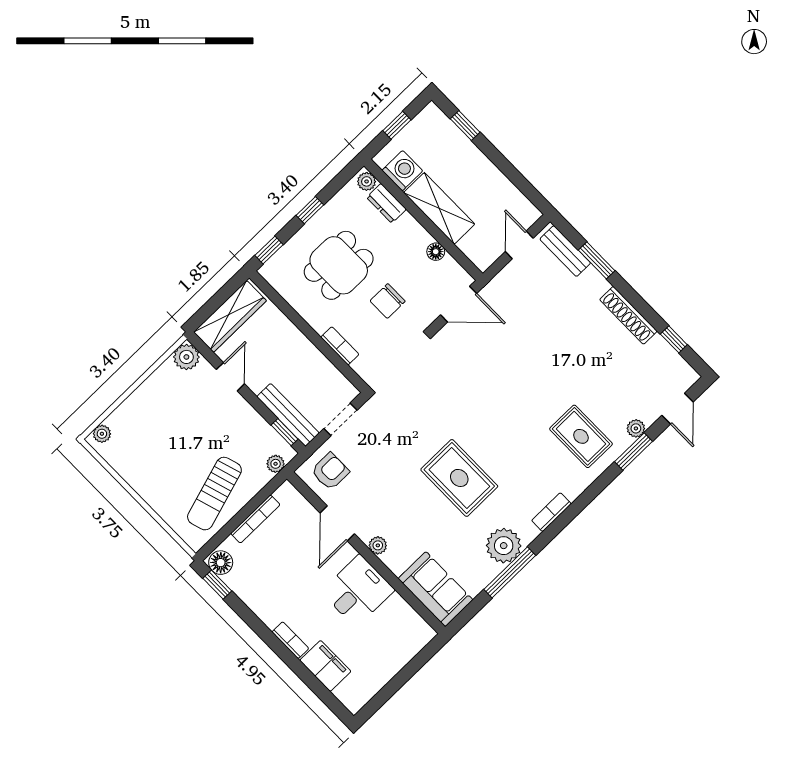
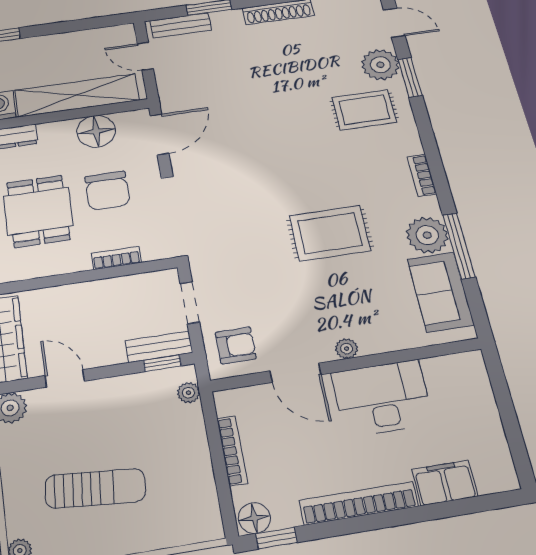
shelving: (439, 208) -> (77, 95), width x1.47
floor lamp: (436, 252) -> (96, 131), width x1.89, depth x1.89
chair: (388, 301) -> (107, 191), width x1.37, depth x1.37
bench: (288, 415) -> (159, 347), width x0.73
plant: (636, 428) -> (380, 65), width x1.87, depth x1.87
armchair: (330, 471) -> (236, 345), turned 90
sun lounger: (214, 494) -> (95, 488), moved, turned -68
sofa: (435, 589) -> (440, 292), moved, turned -90
desk: (358, 591) -> (382, 398), width x1.37
bookcase: (290, 640) -> (359, 503), width x2.31, depth x1.31

